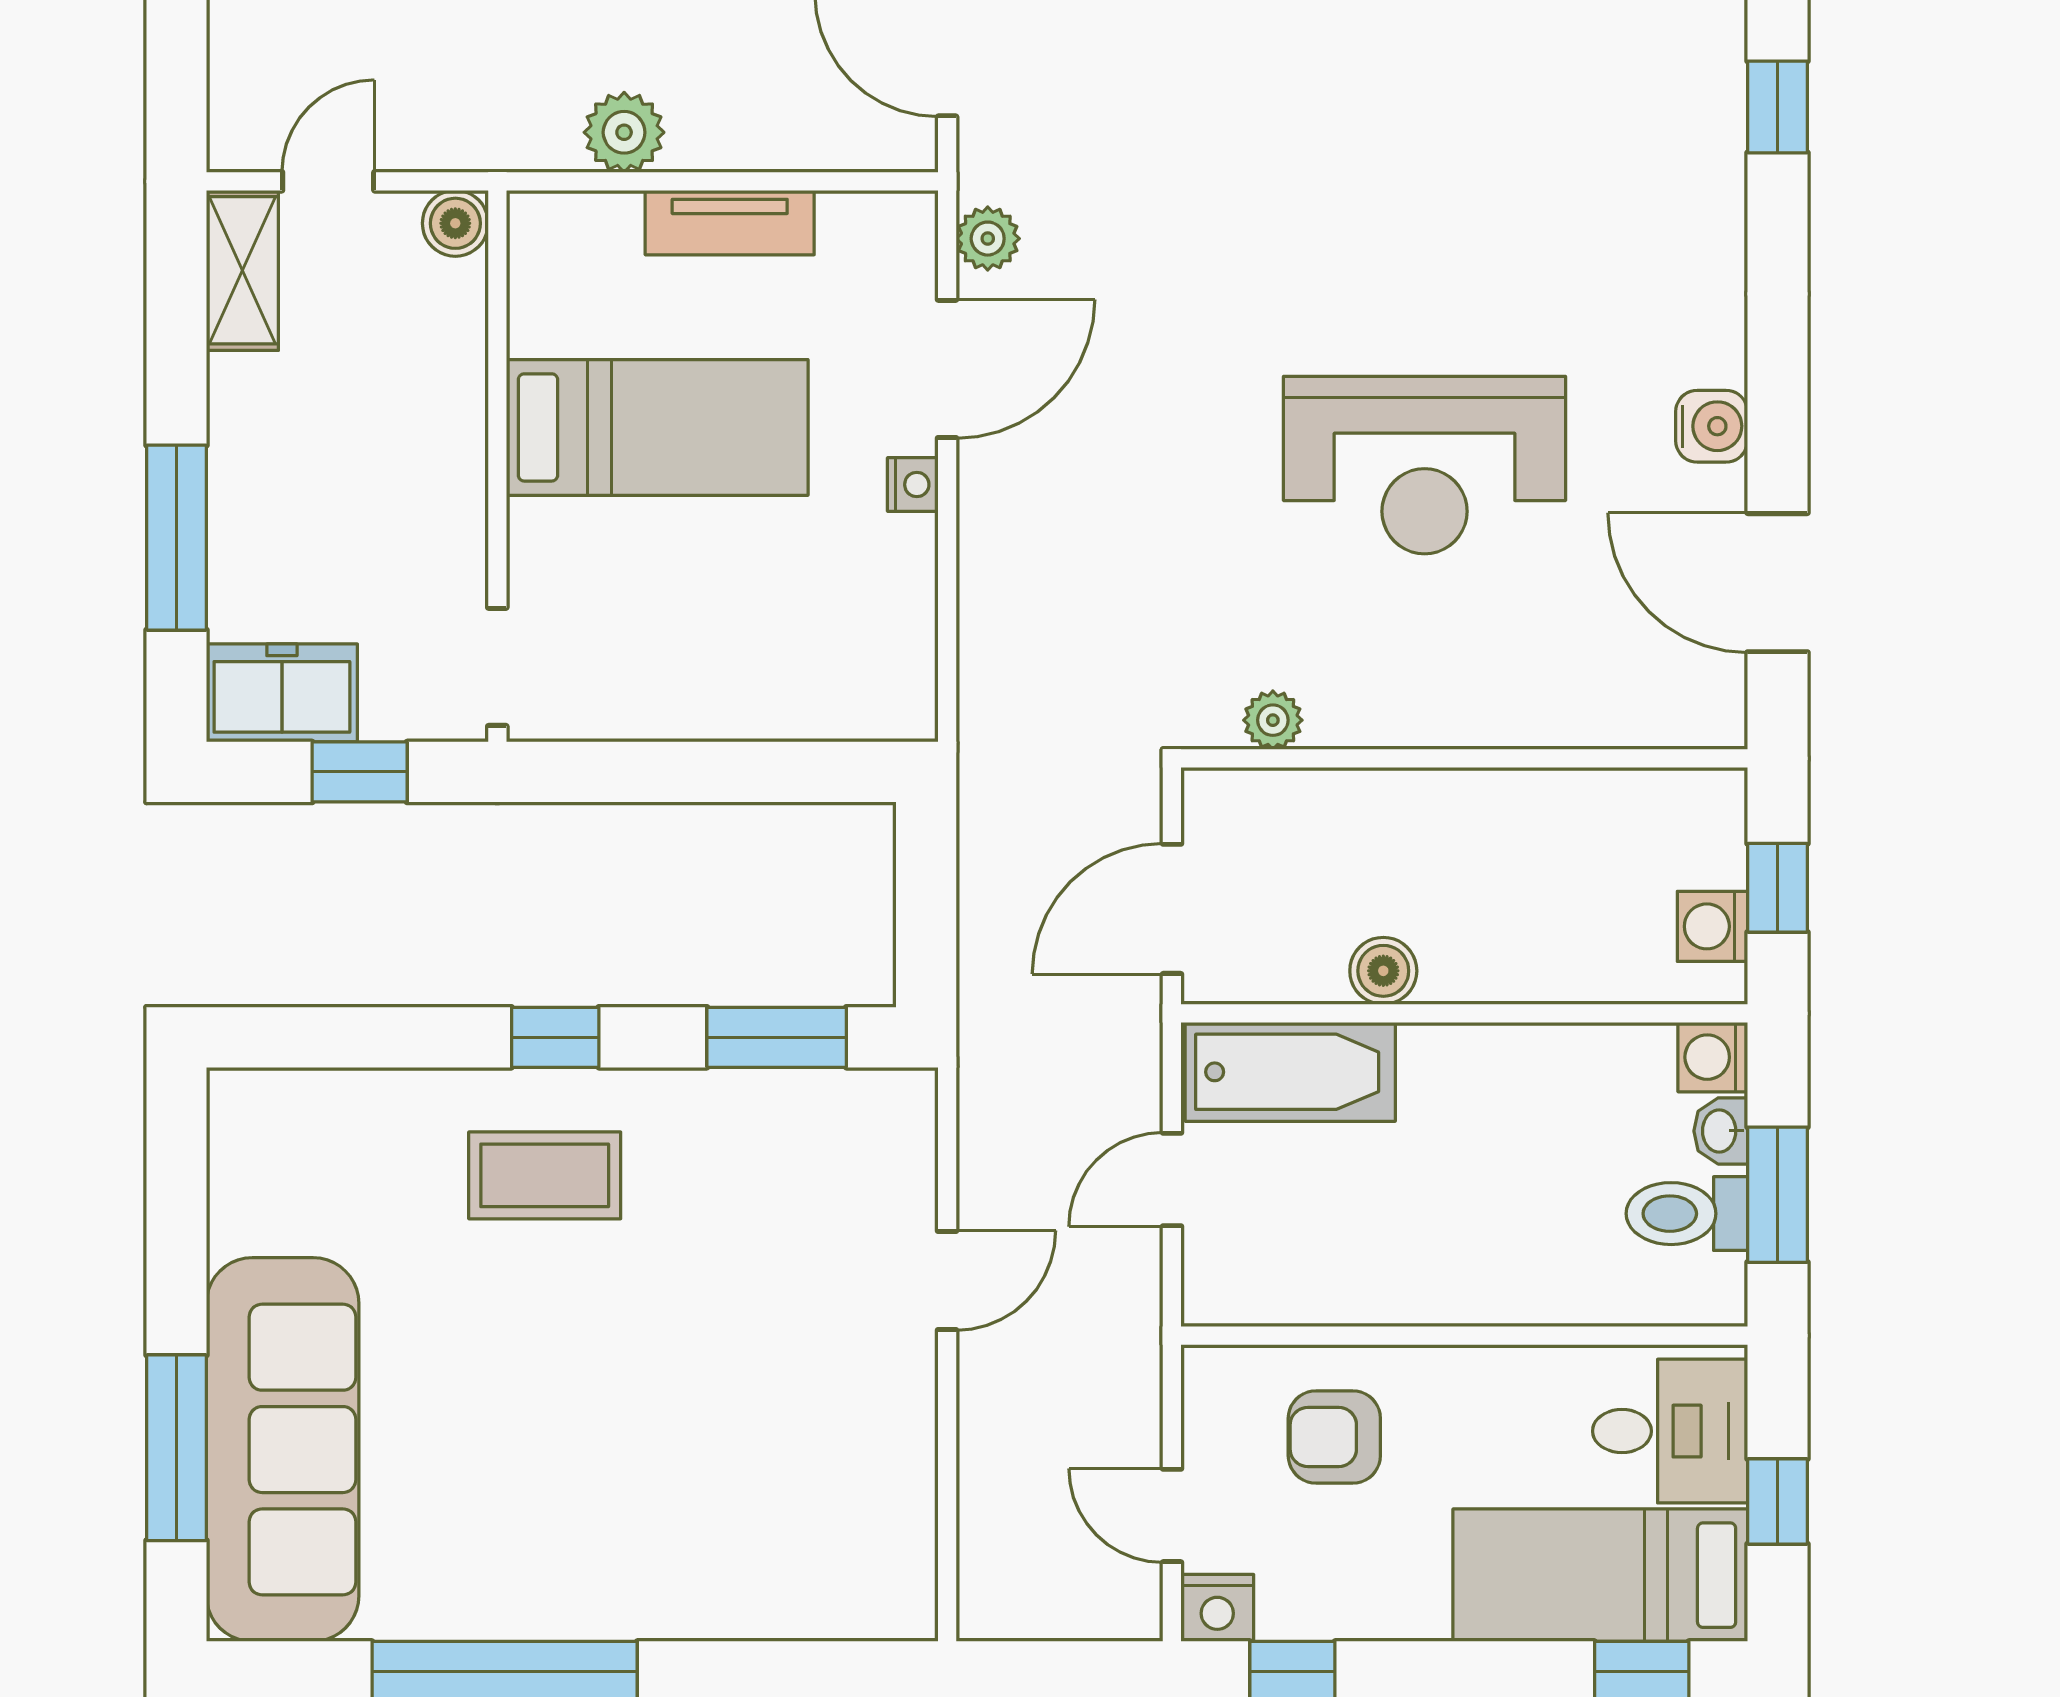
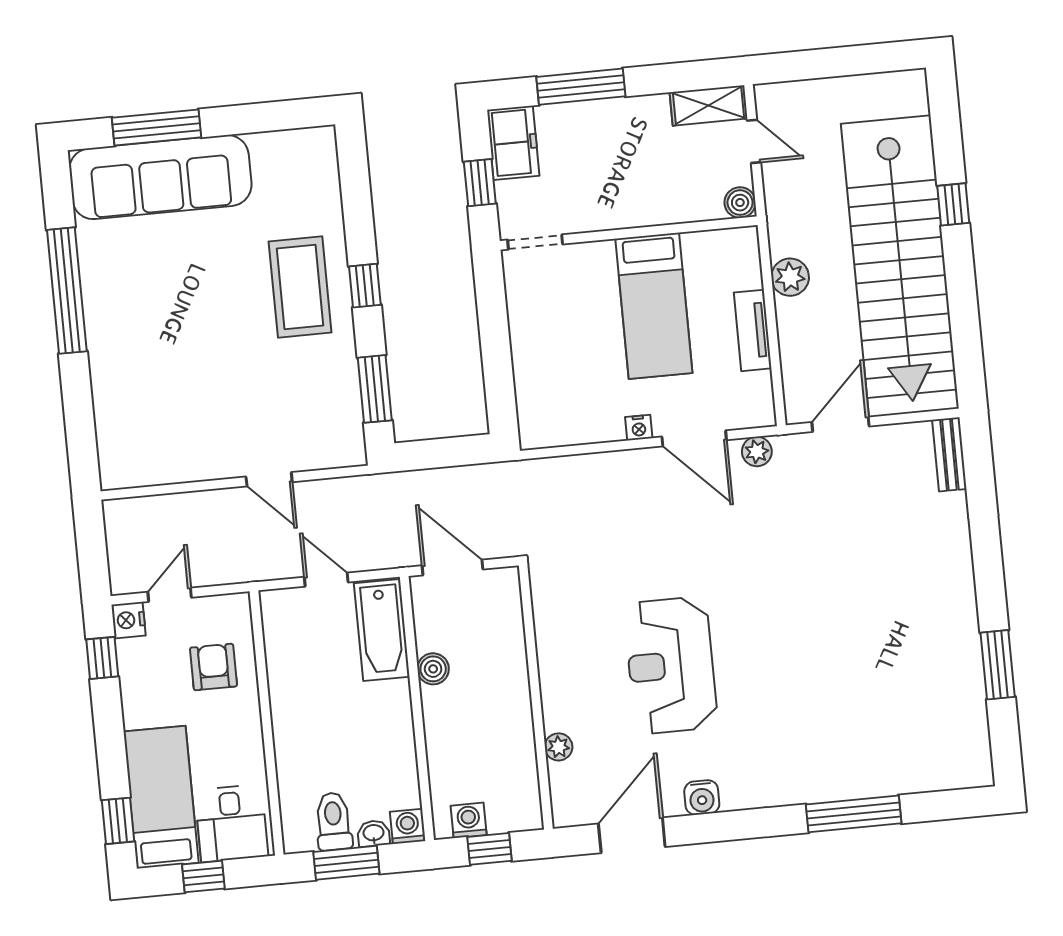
window: (1778, 107) -> (854, 814), width x2.17
plant: (1273, 720) -> (559, 747), moved
coffee table: (545, 1175) -> (300, 287), width x1.36, depth x1.32

